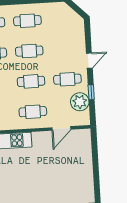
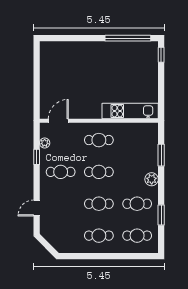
door: (89, 61) -> (37, 208), moved
plant: (80, 102) -> (45, 143), width x0.53, depth x0.53
door: (61, 128) -> (58, 121), moved

